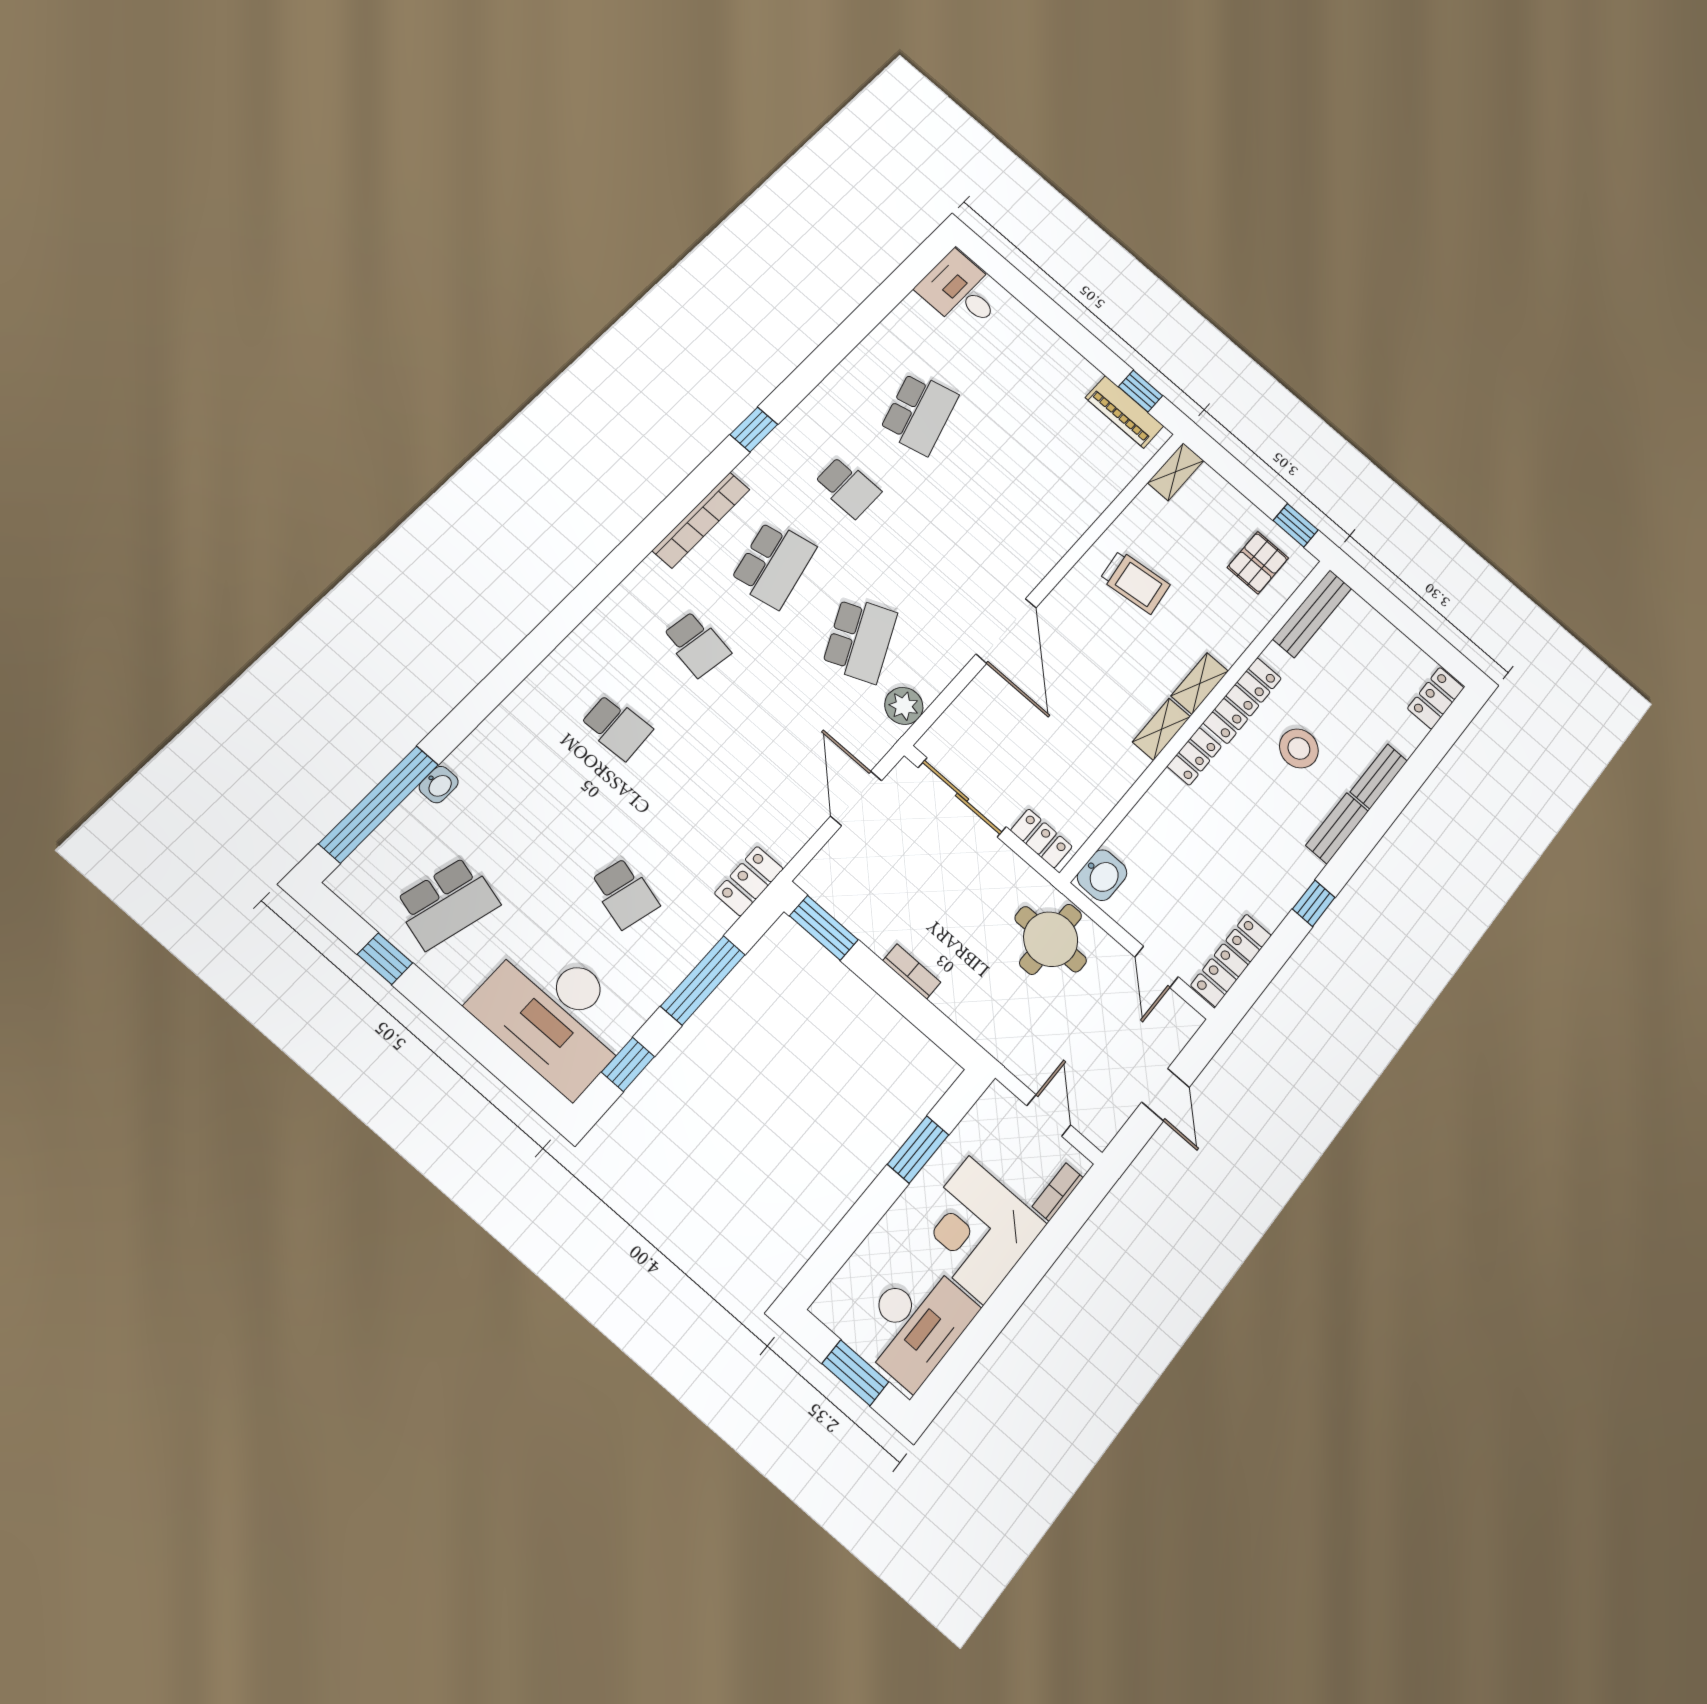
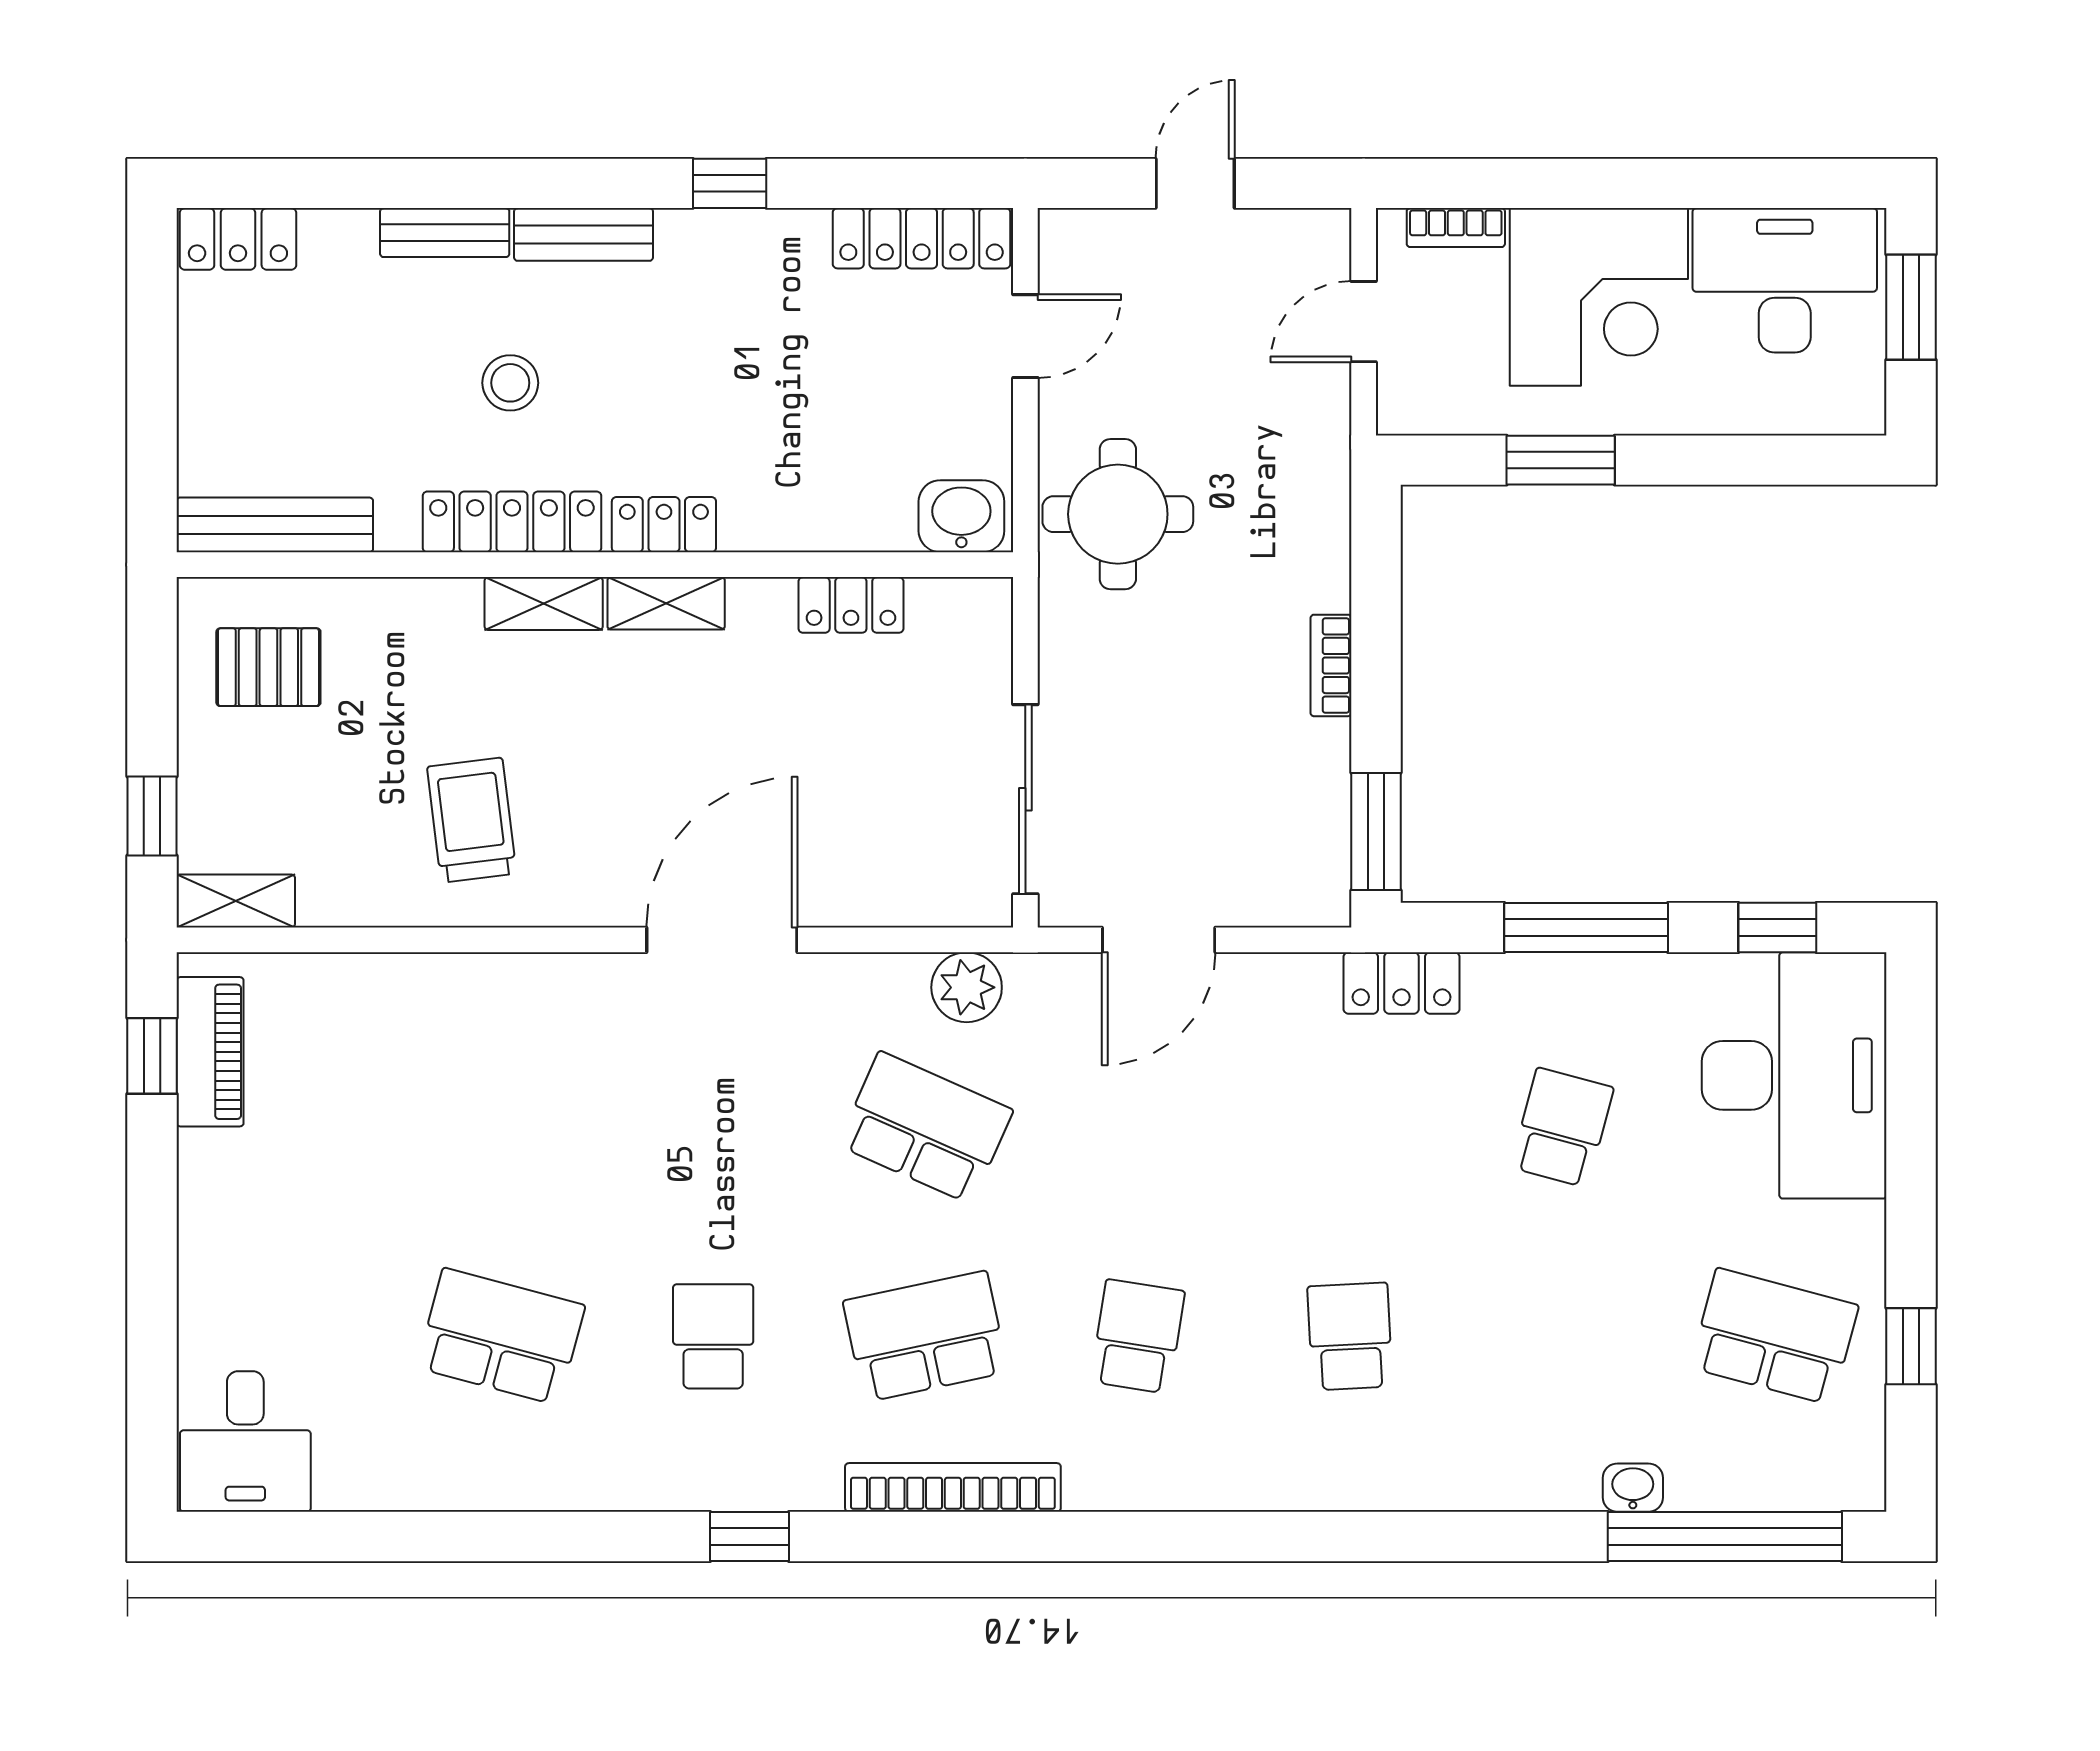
school desk: (919, 413) -> (501, 1336), turned 30
window: (1296, 525) -> (152, 816), moved
school desk: (860, 640) -> (925, 1128), turned 48
stool: (1299, 748) -> (510, 383), width x0.73, depth x0.73
locker: (1041, 838) -> (851, 605), moved, turned -90

